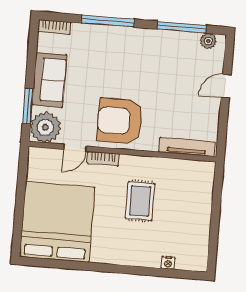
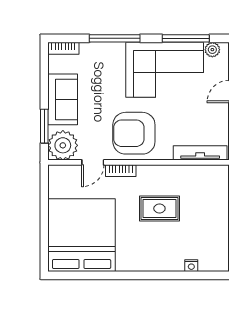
corner sofa: (157, 58) -> (165, 70), added
rug: (140, 201) -> (159, 209), turned 90

